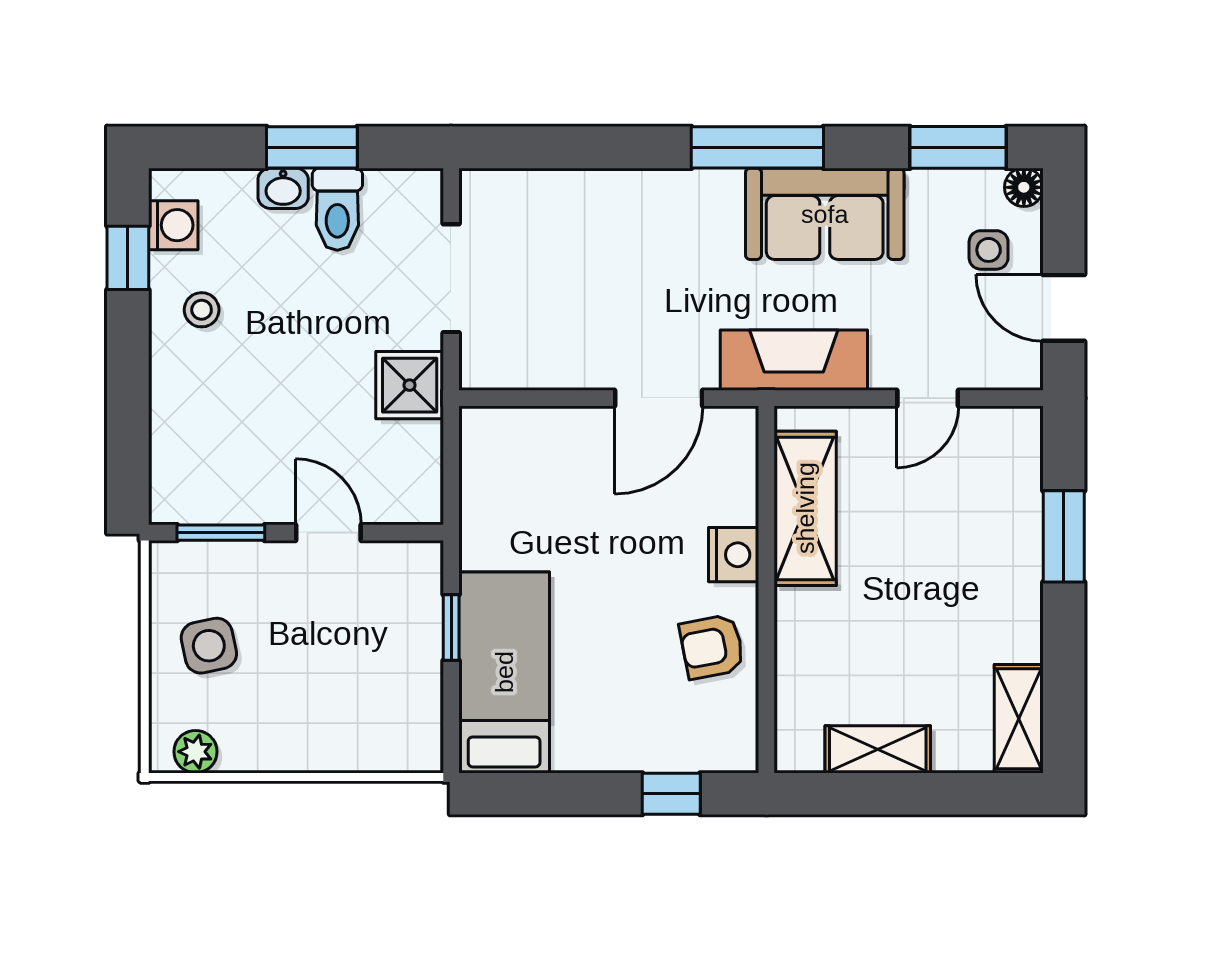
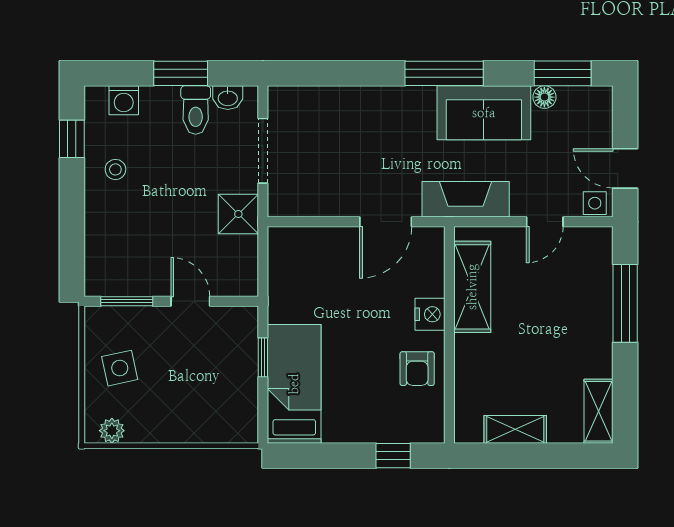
floor lamp: (1024, 187) -> (544, 97), moved
washbasin: (283, 188) -> (228, 98), moved
washing machine: (173, 225) -> (124, 100), moved, turned 90
side table: (989, 250) -> (595, 203), moved
window: (1064, 536) -> (625, 303), width x1.44
armchair: (712, 647) -> (417, 369), turned -79

